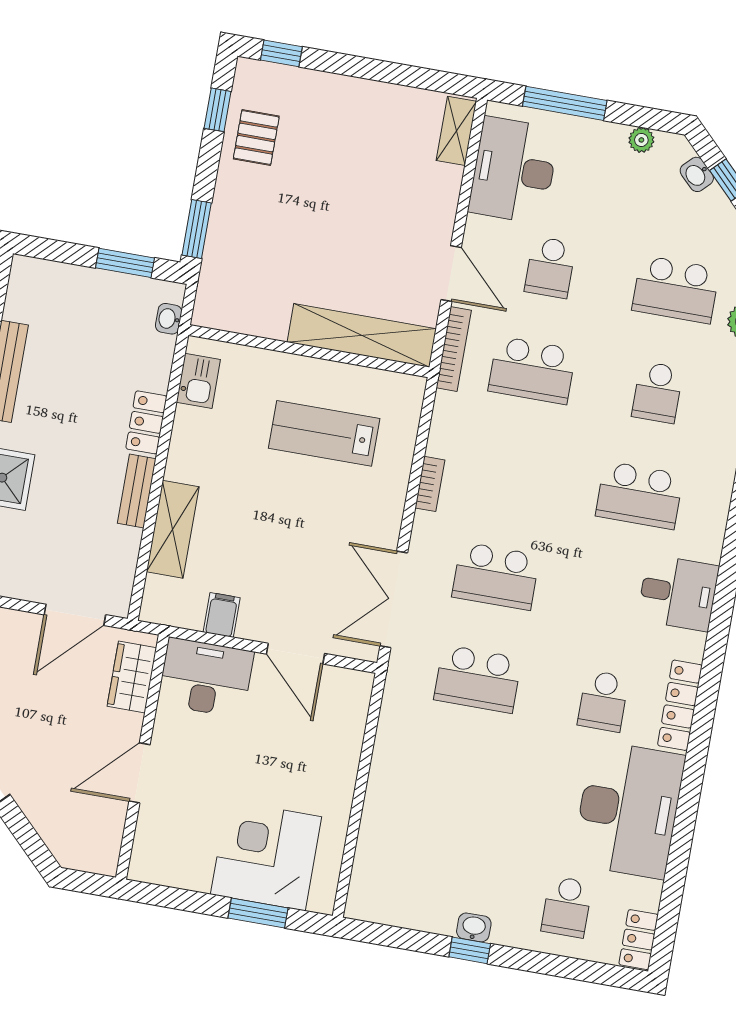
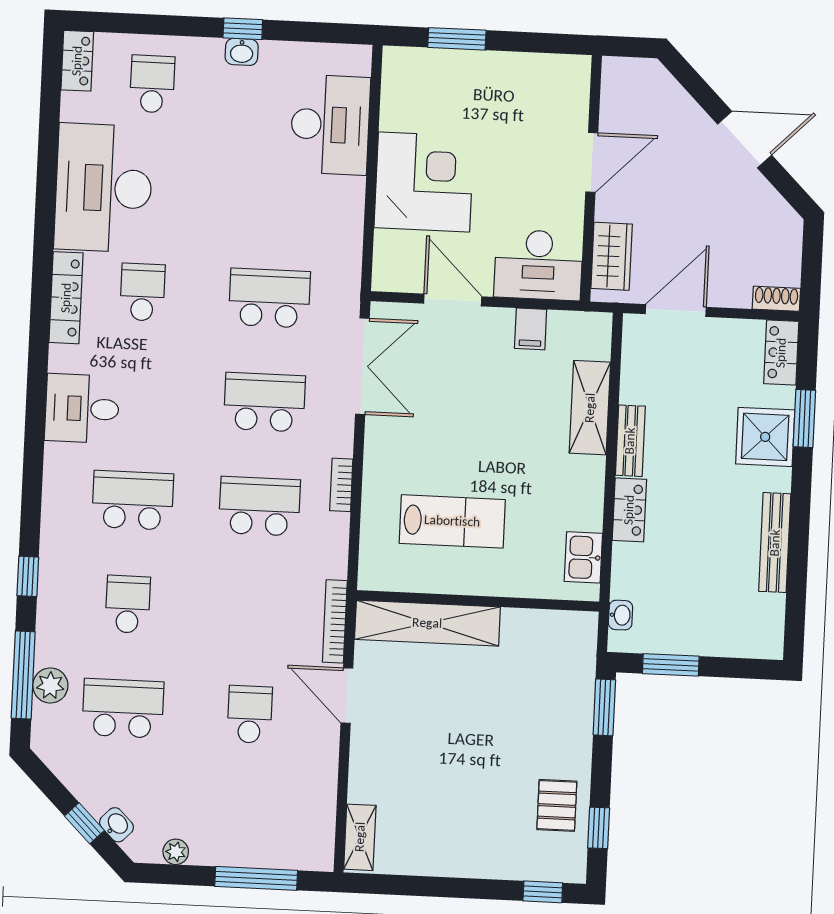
desk: (514, 170) -> (330, 125), moved
school desk: (532, 370) -> (260, 506), moved
corner desk: (266, 855) -> (424, 182), moved, turned -90

